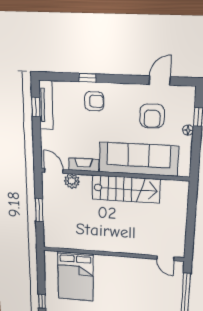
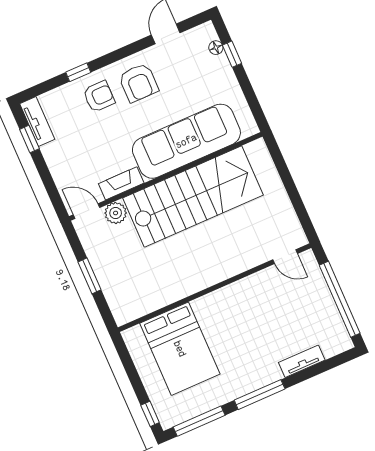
tv unit: (46, 105) -> (37, 122), width x0.71
armchair: (152, 116) -> (139, 83), moved
floor lamp: (188, 130) -> (216, 48), moved
stairs: (126, 189) -> (193, 197), width x1.36, depth x1.51

